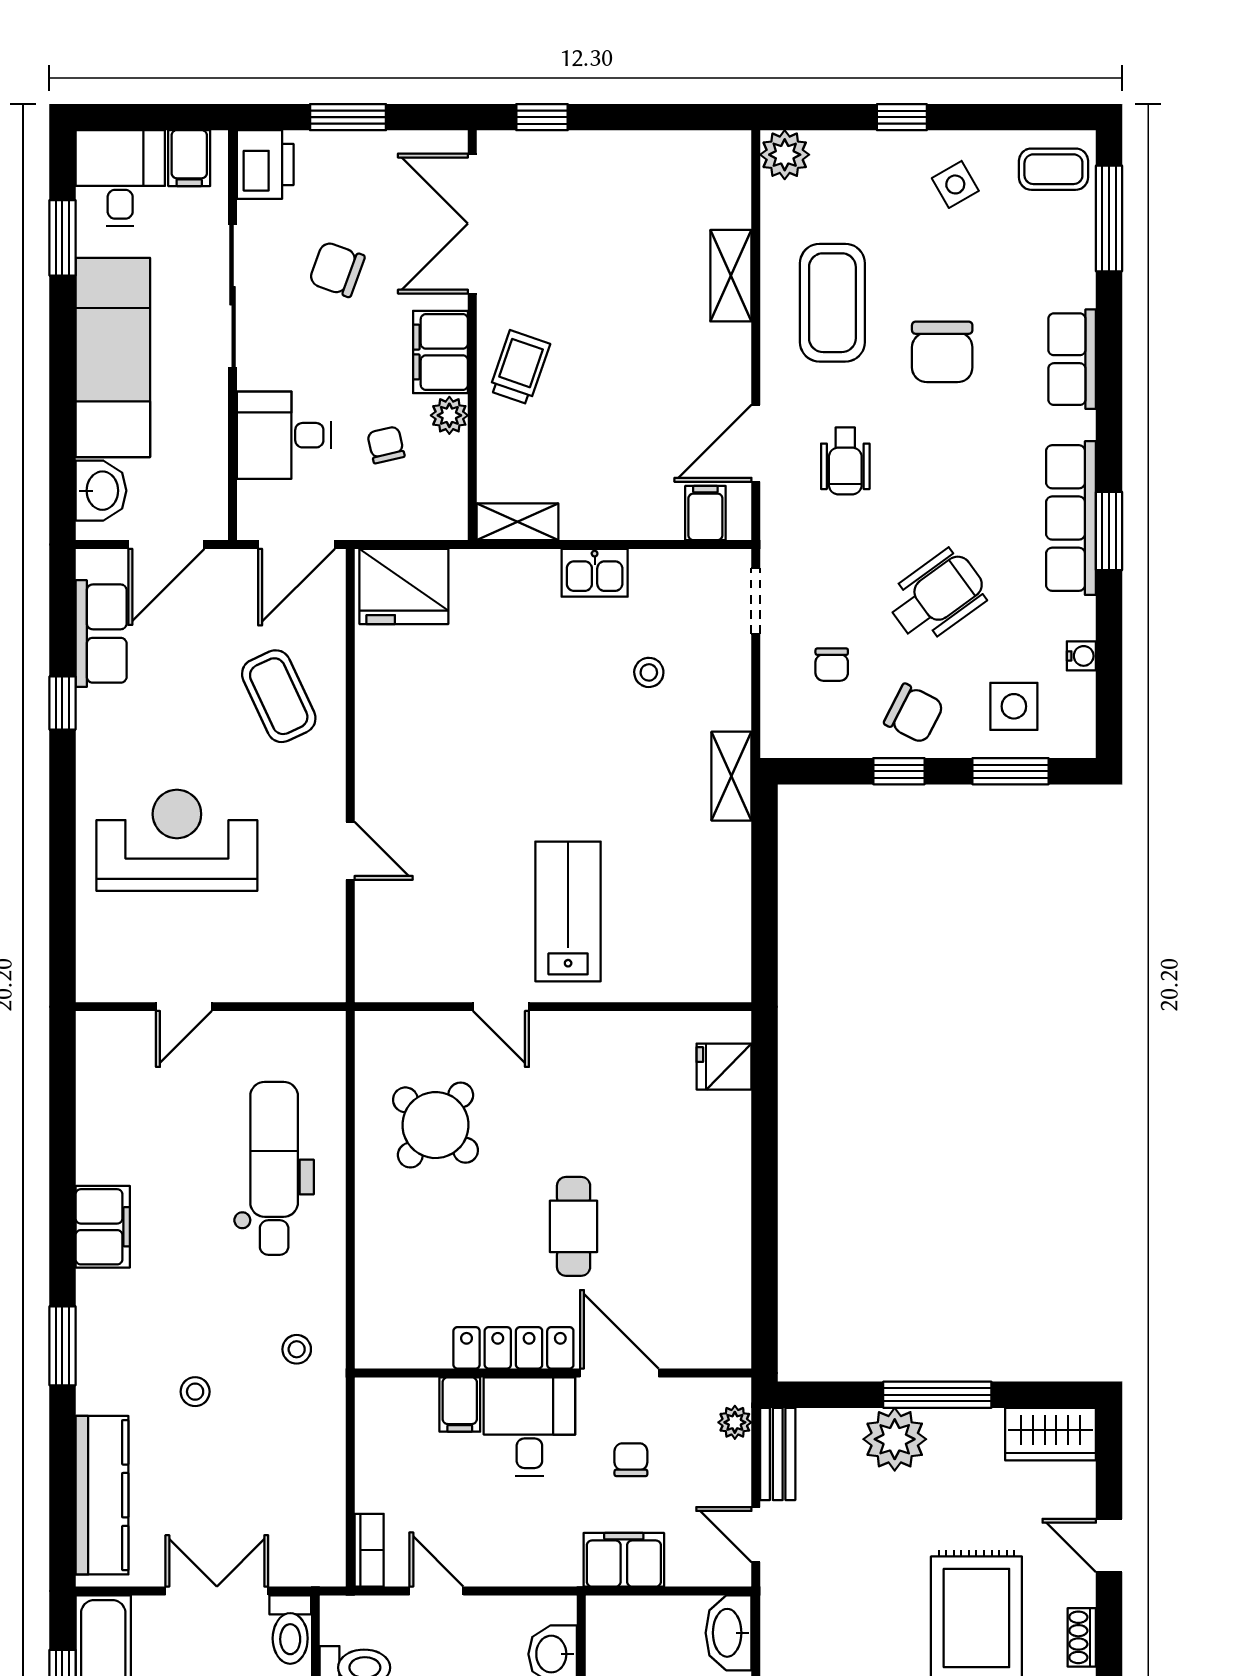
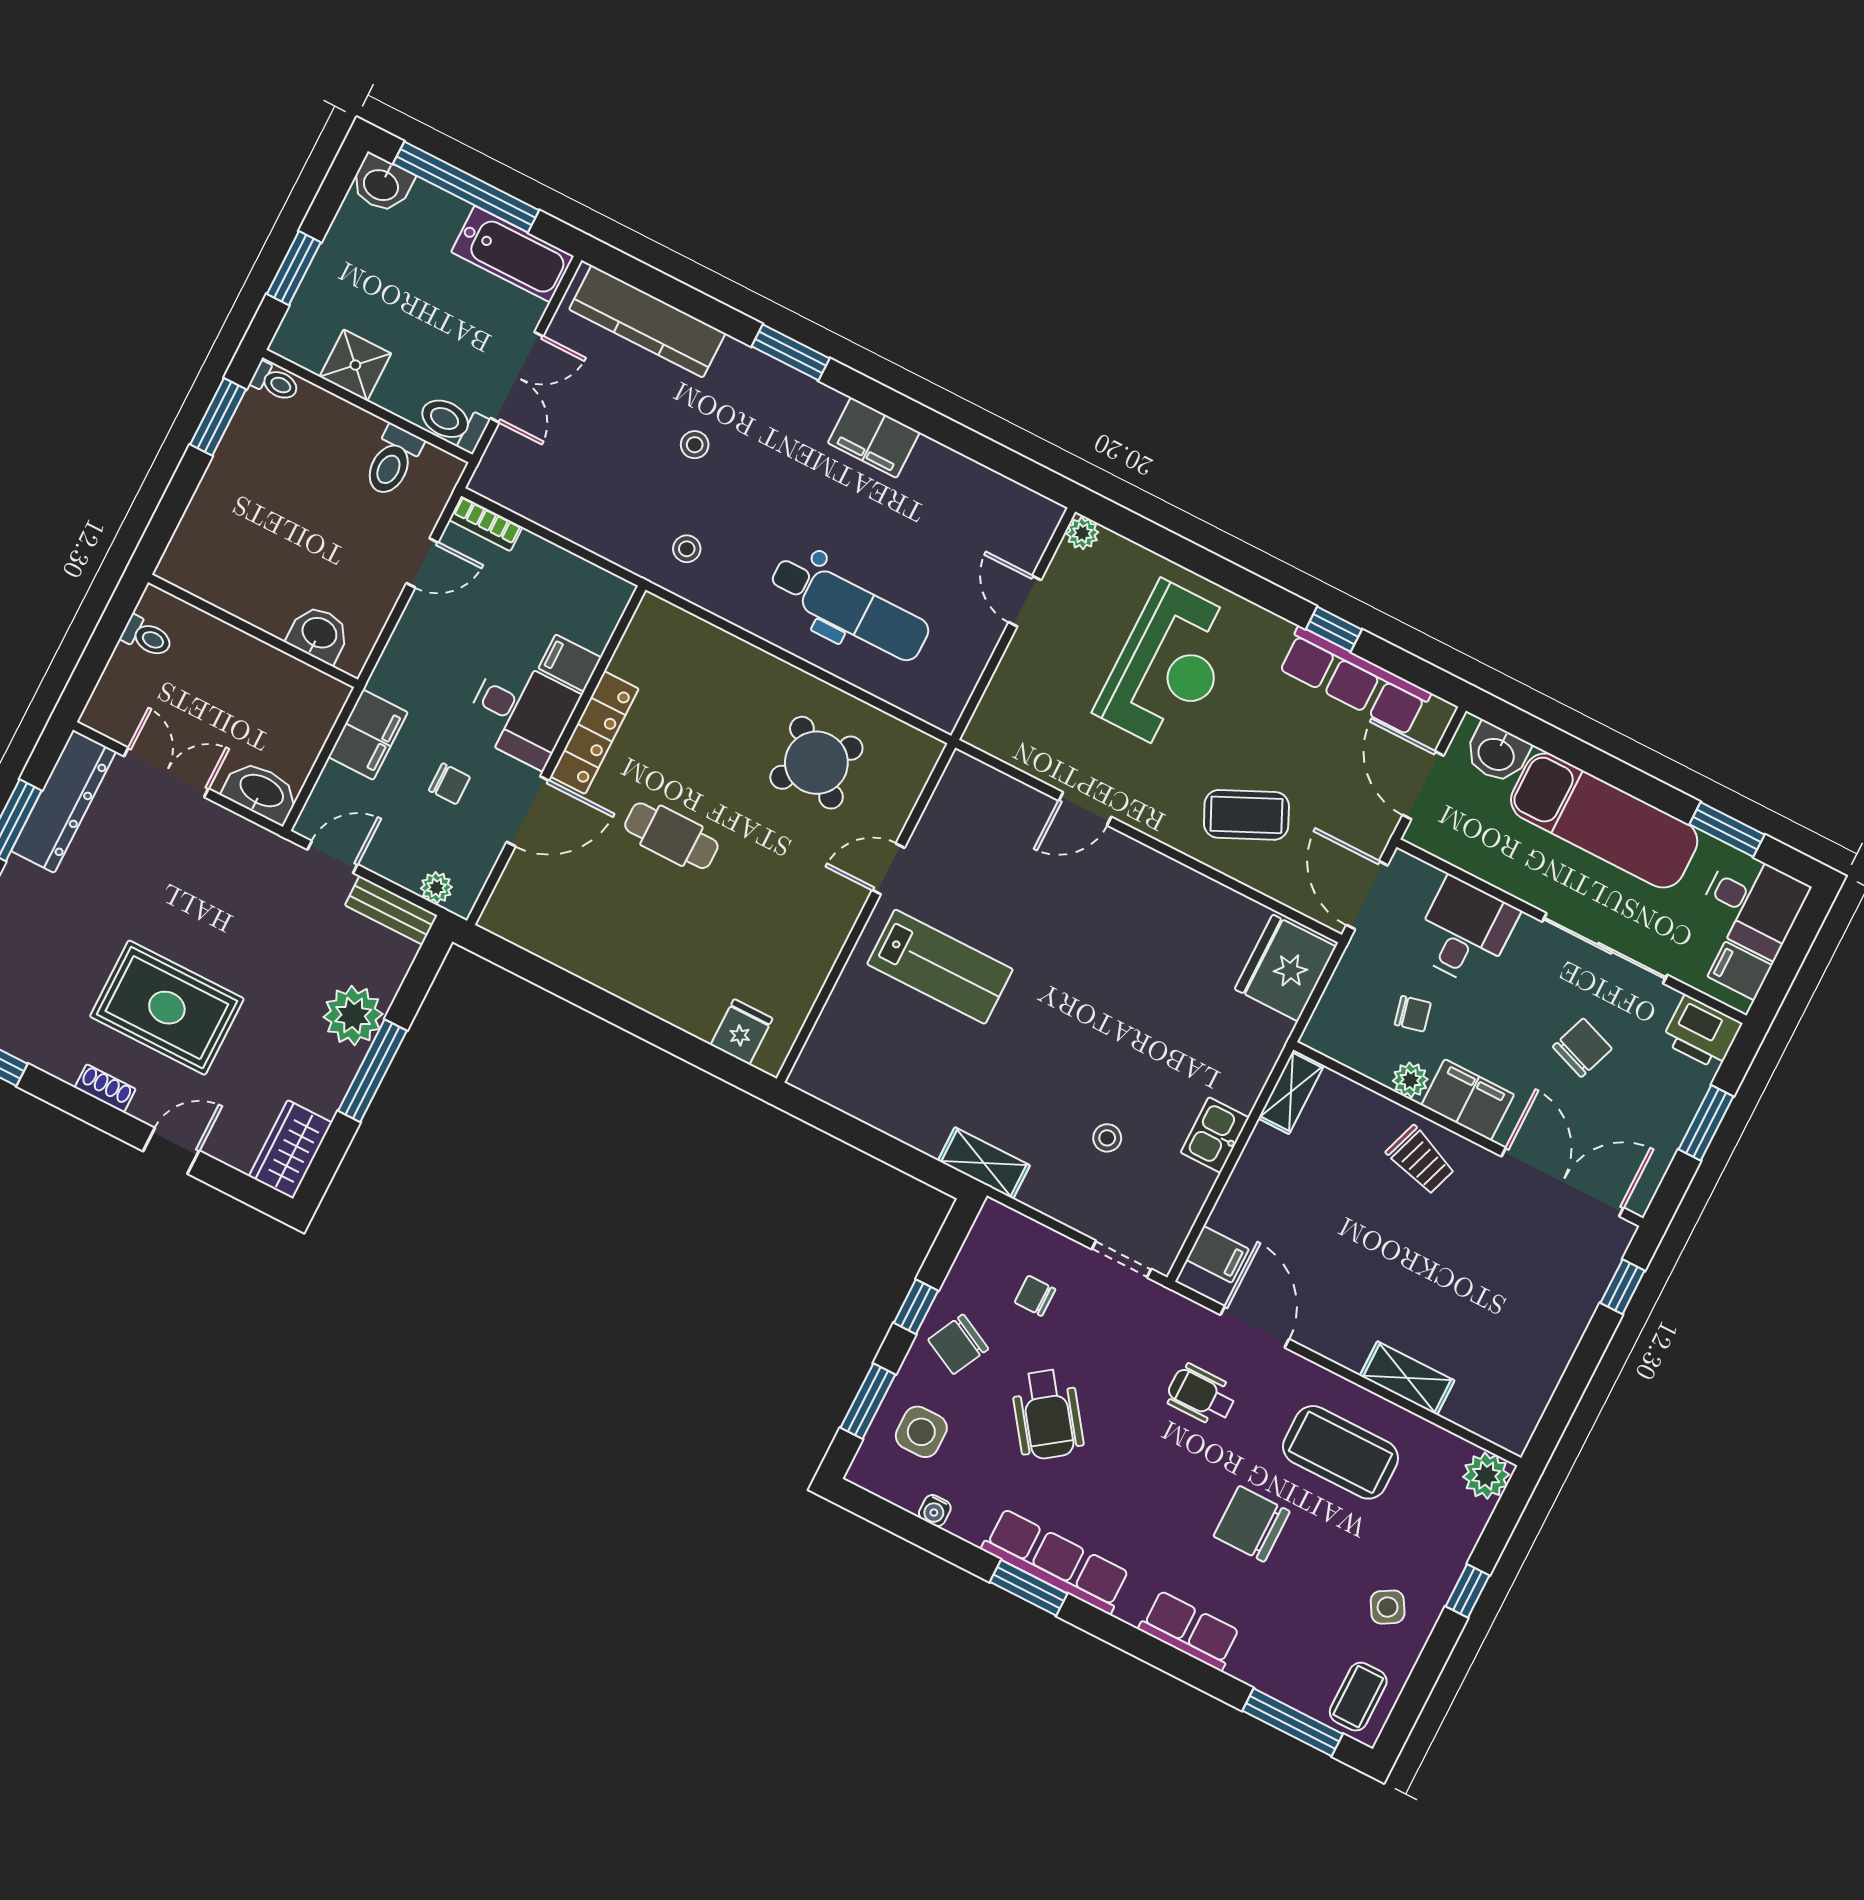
row of seats: (101, 634) -> (1354, 681), width x1.48
plant: (93, 985) -> (1082, 533), added

